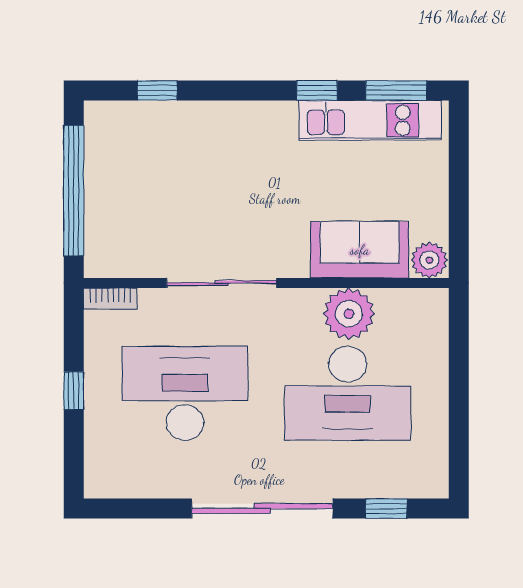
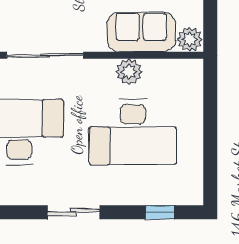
plant: (349, 314) -> (129, 72), width x0.73, depth x0.73
sliding door: (262, 509) -> (73, 212), width x0.54

